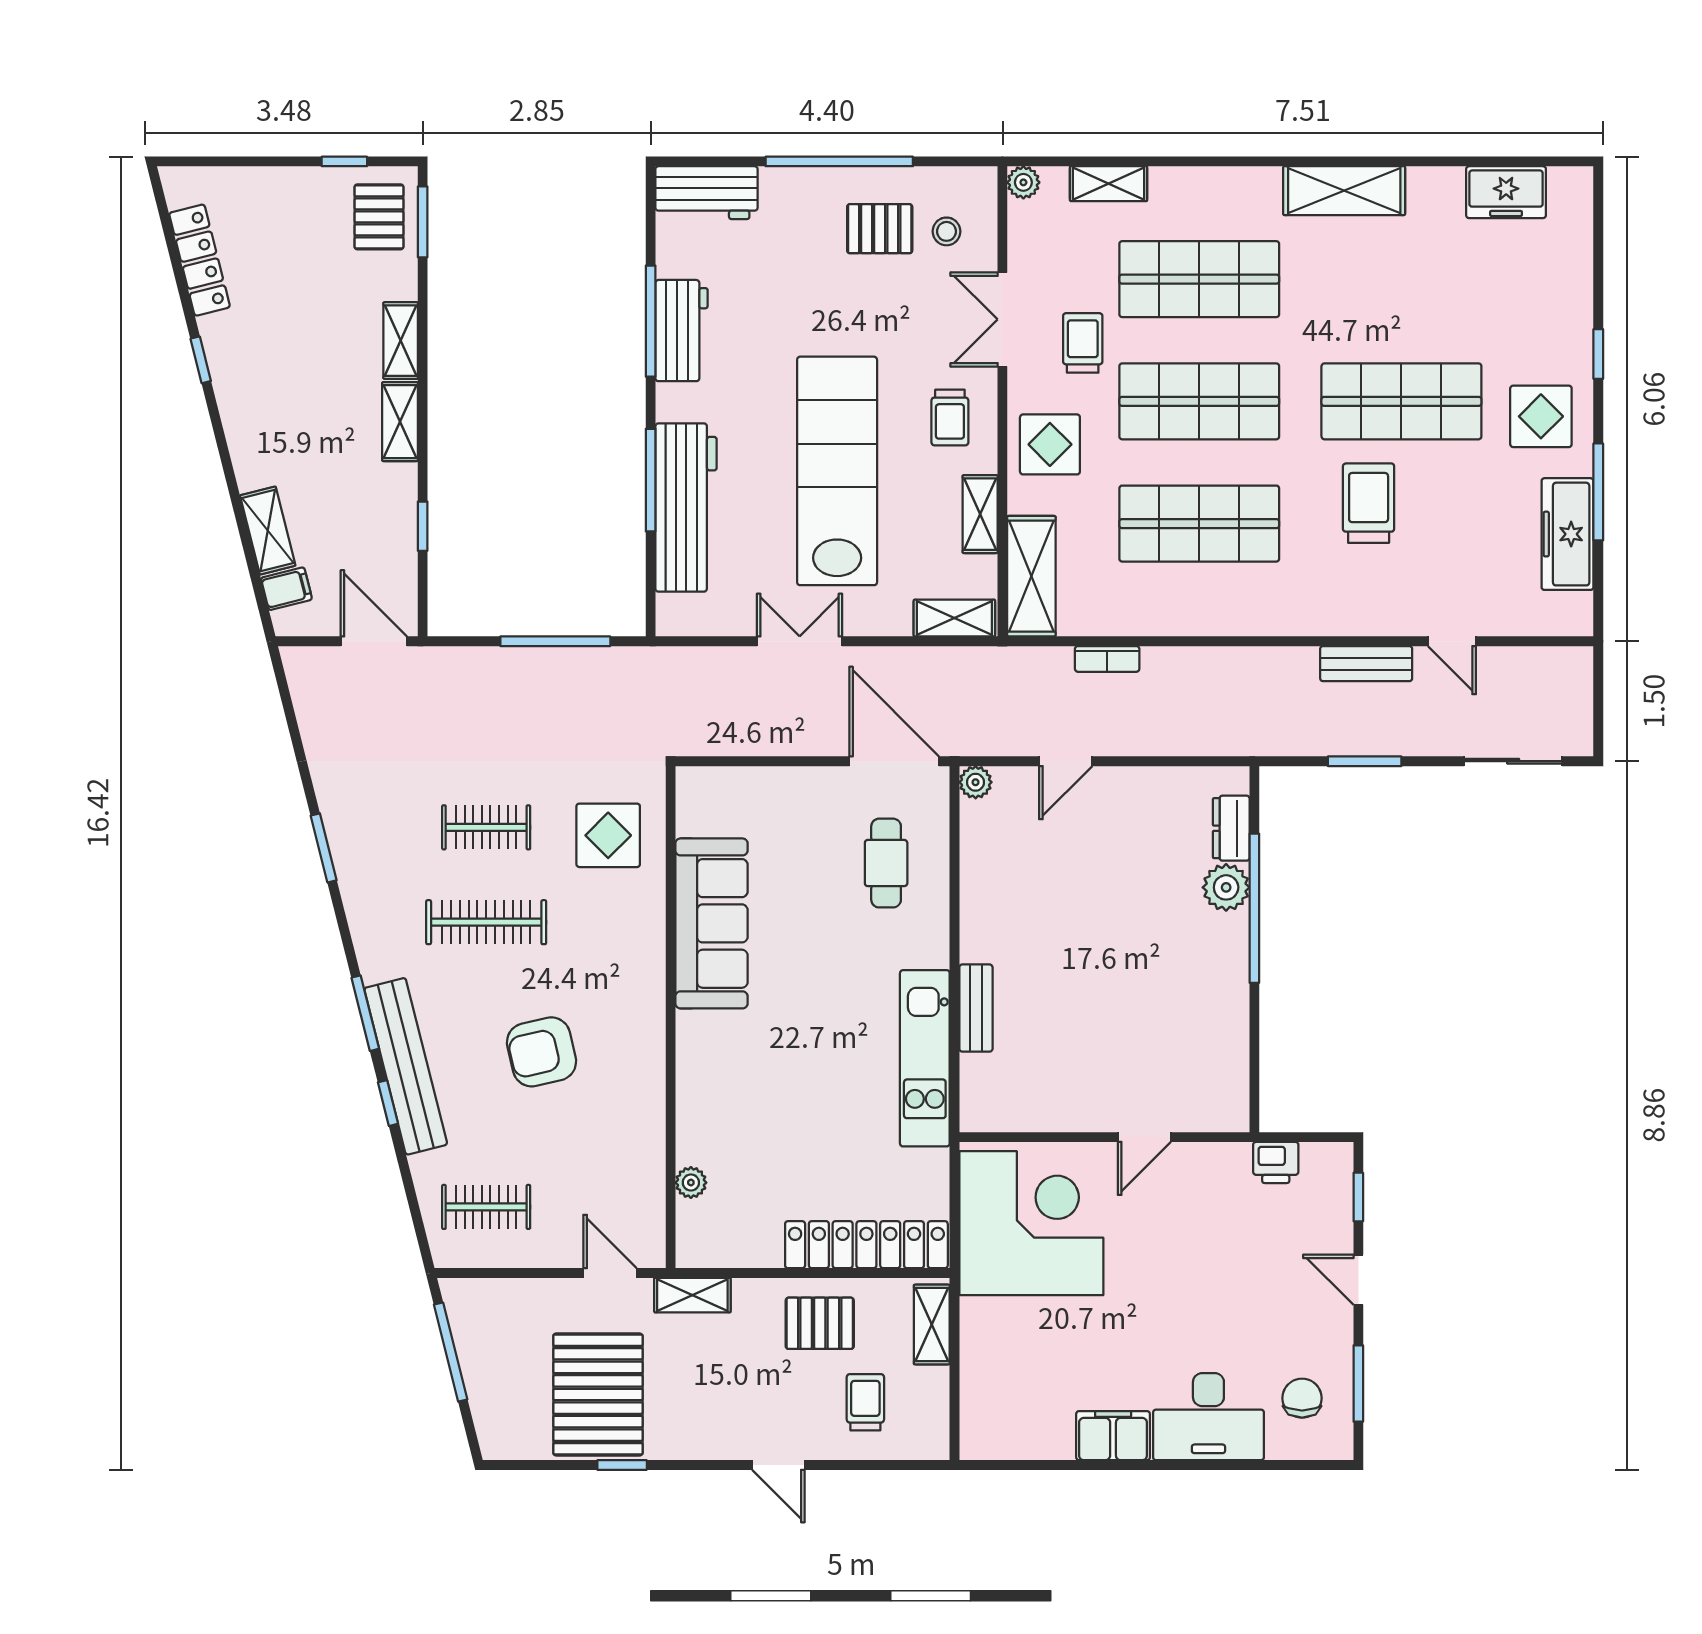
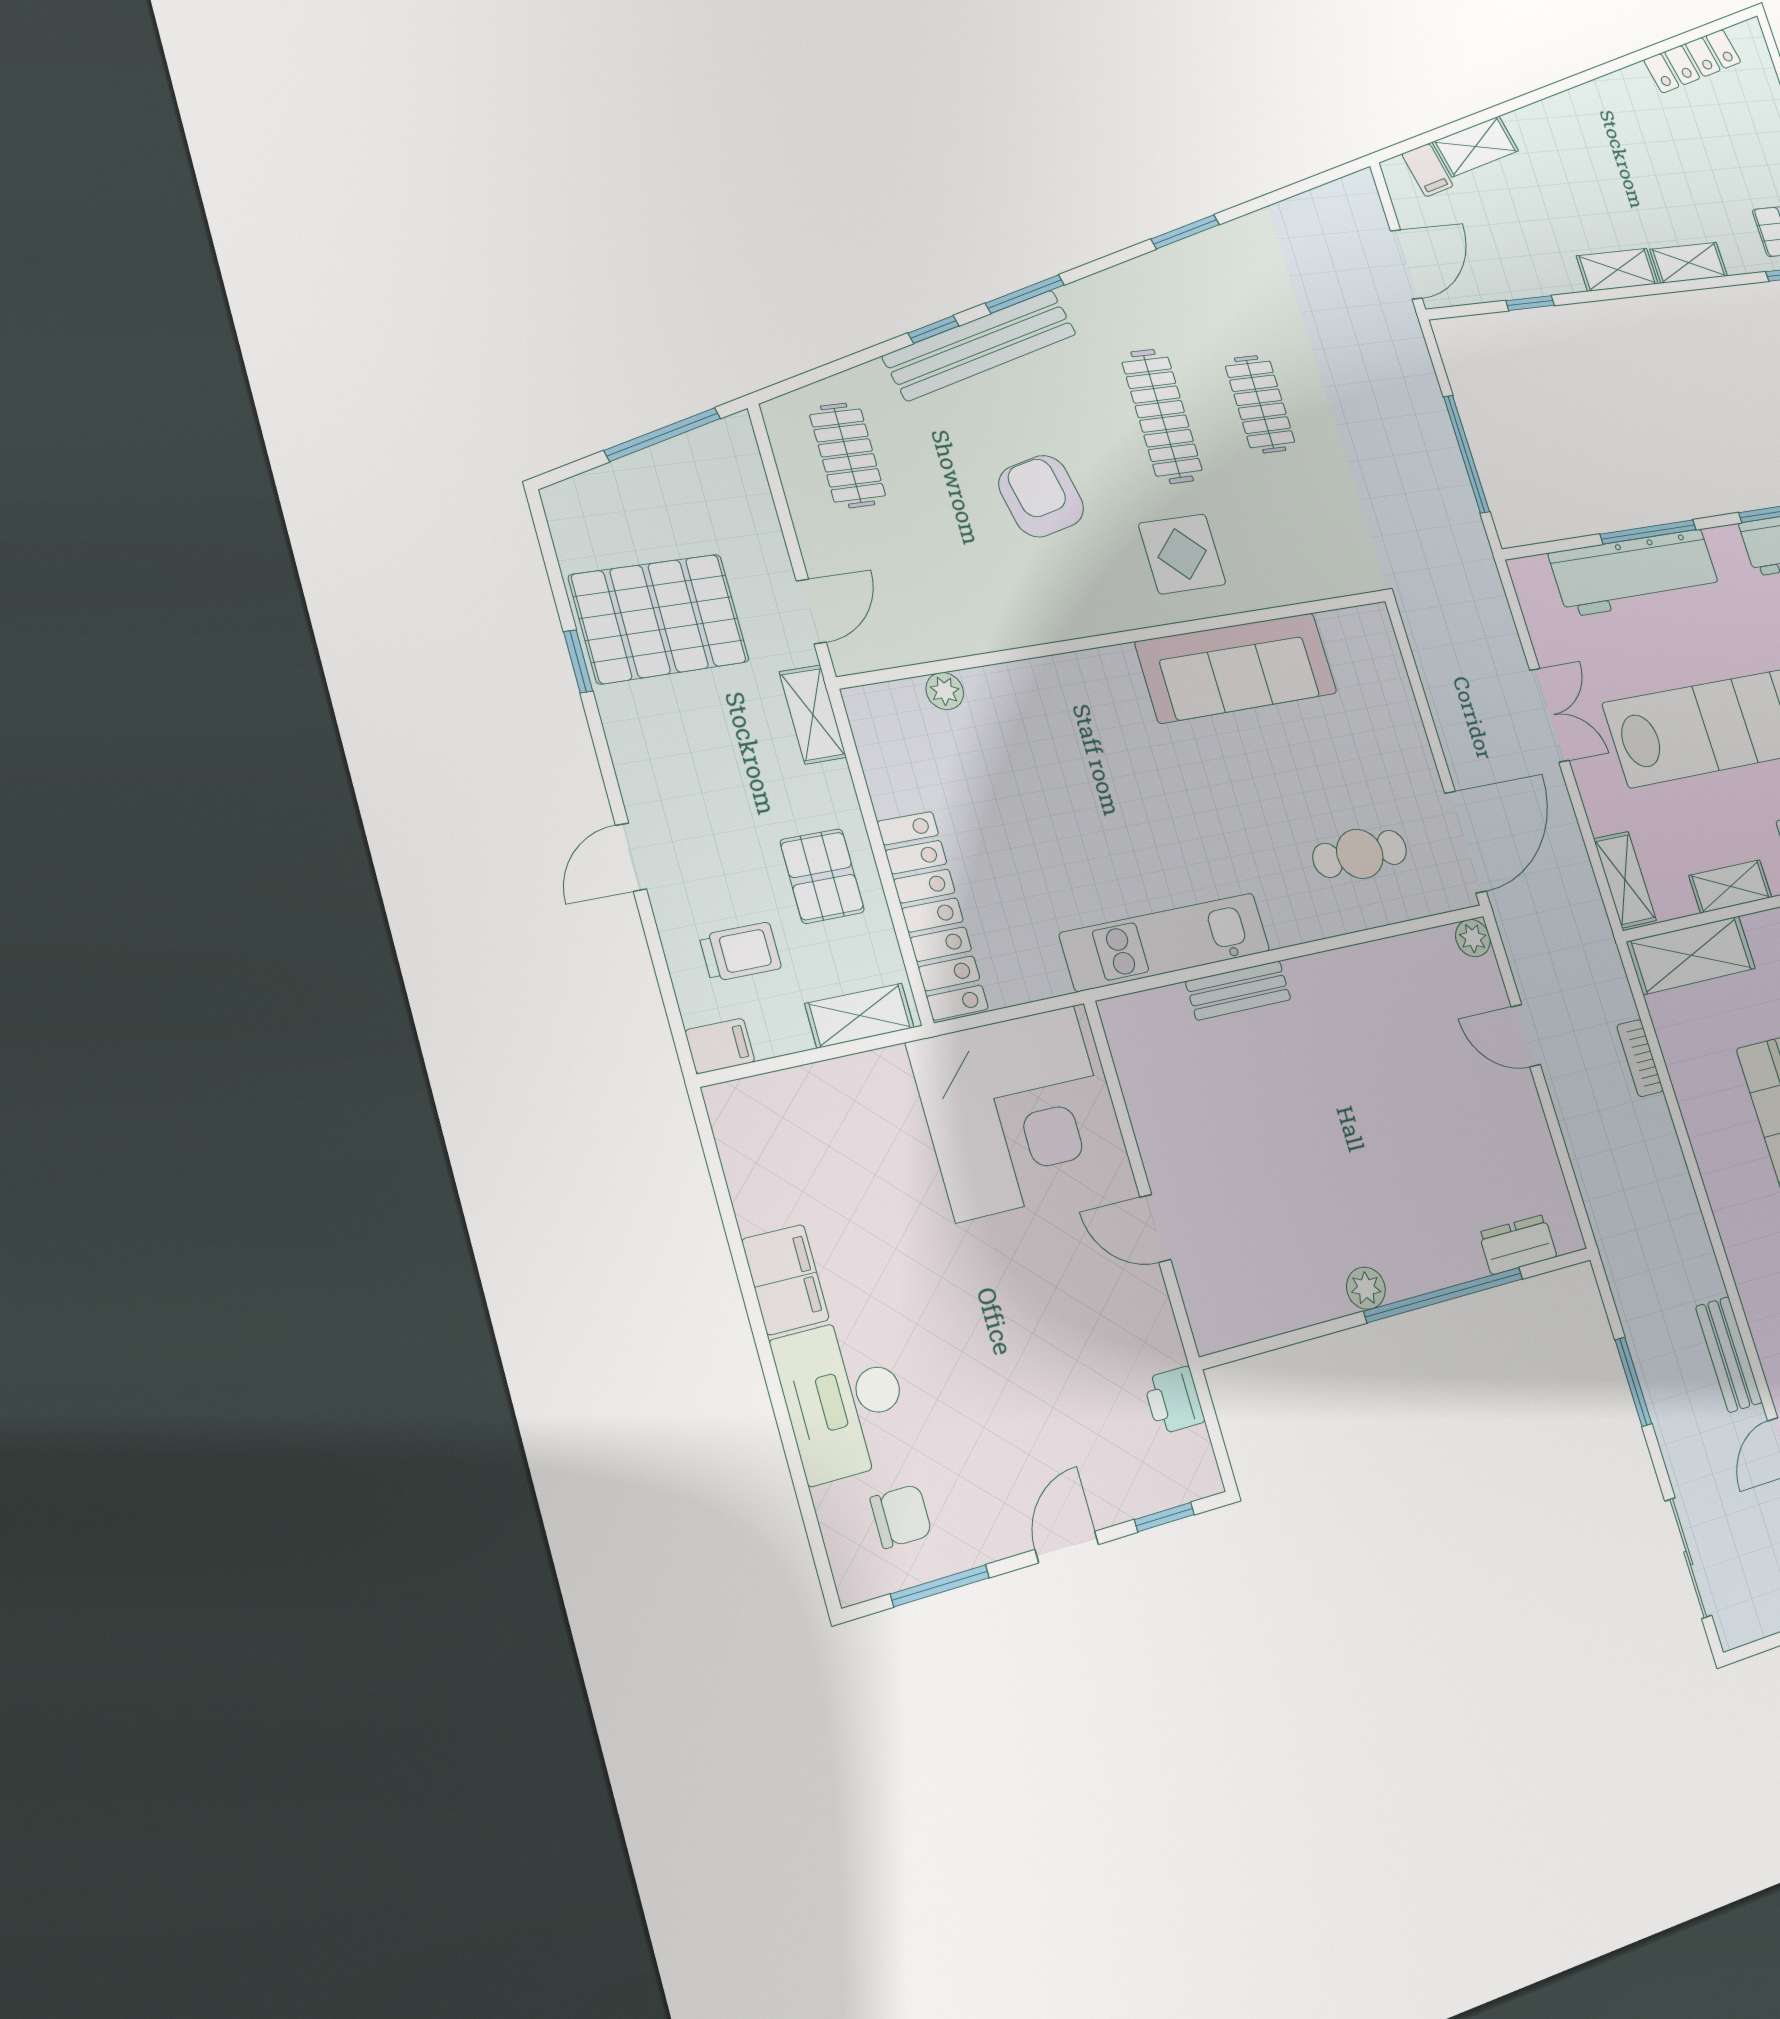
window: (201, 360) -> (1607, 68), removed
display table: (608, 835) -> (1182, 554), moved
plant: (1226, 887) -> (1366, 1288), moved, width x0.73, depth x0.73
filing cabinet: (932, 1437) -> (720, 1046), added

